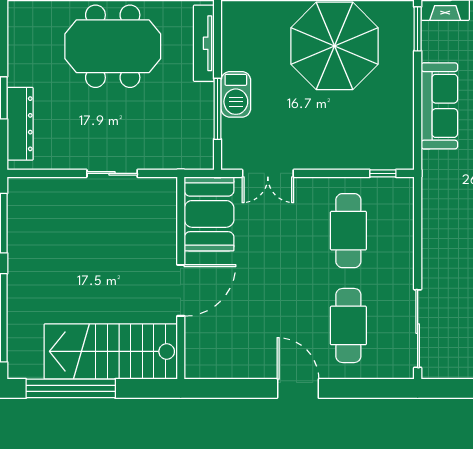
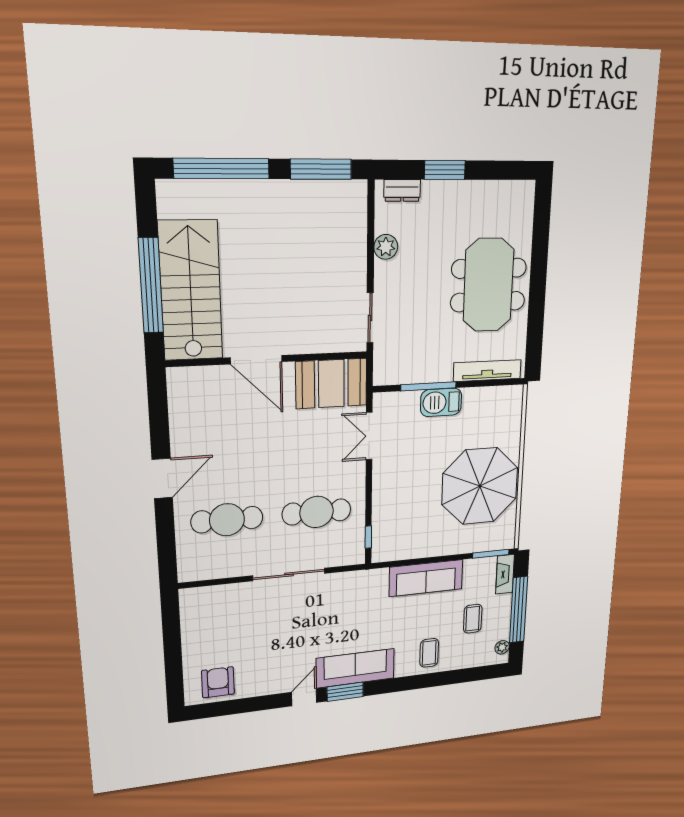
dresser: (20, 124) -> (402, 190), width x0.51, depth x0.80
plant: (72, 158) -> (386, 247), added
sliding door: (112, 173) -> (370, 318), moved
sliding door: (418, 329) -> (289, 574), moved
window: (71, 388) -> (151, 286), moved

